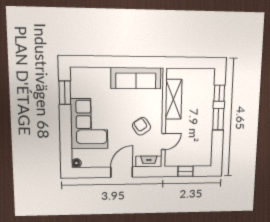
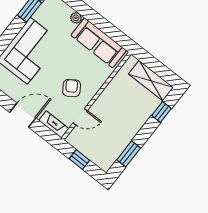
plant: (105, 72) -> (76, 18), added
shelving: (173, 99) -> (151, 81), moved, turned 90
window: (218, 119) -> (129, 154), moved

